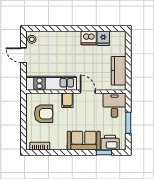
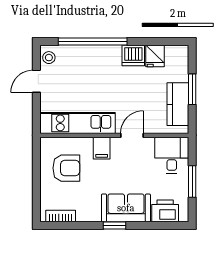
window: (61, 29) -> (93, 42), added
door: (23, 55) -> (36, 81), hinge flipped
window: (128, 61) -> (192, 89), added
door: (88, 92) -> (132, 135), hinge flipped
window: (104, 152) -> (115, 226), moved

